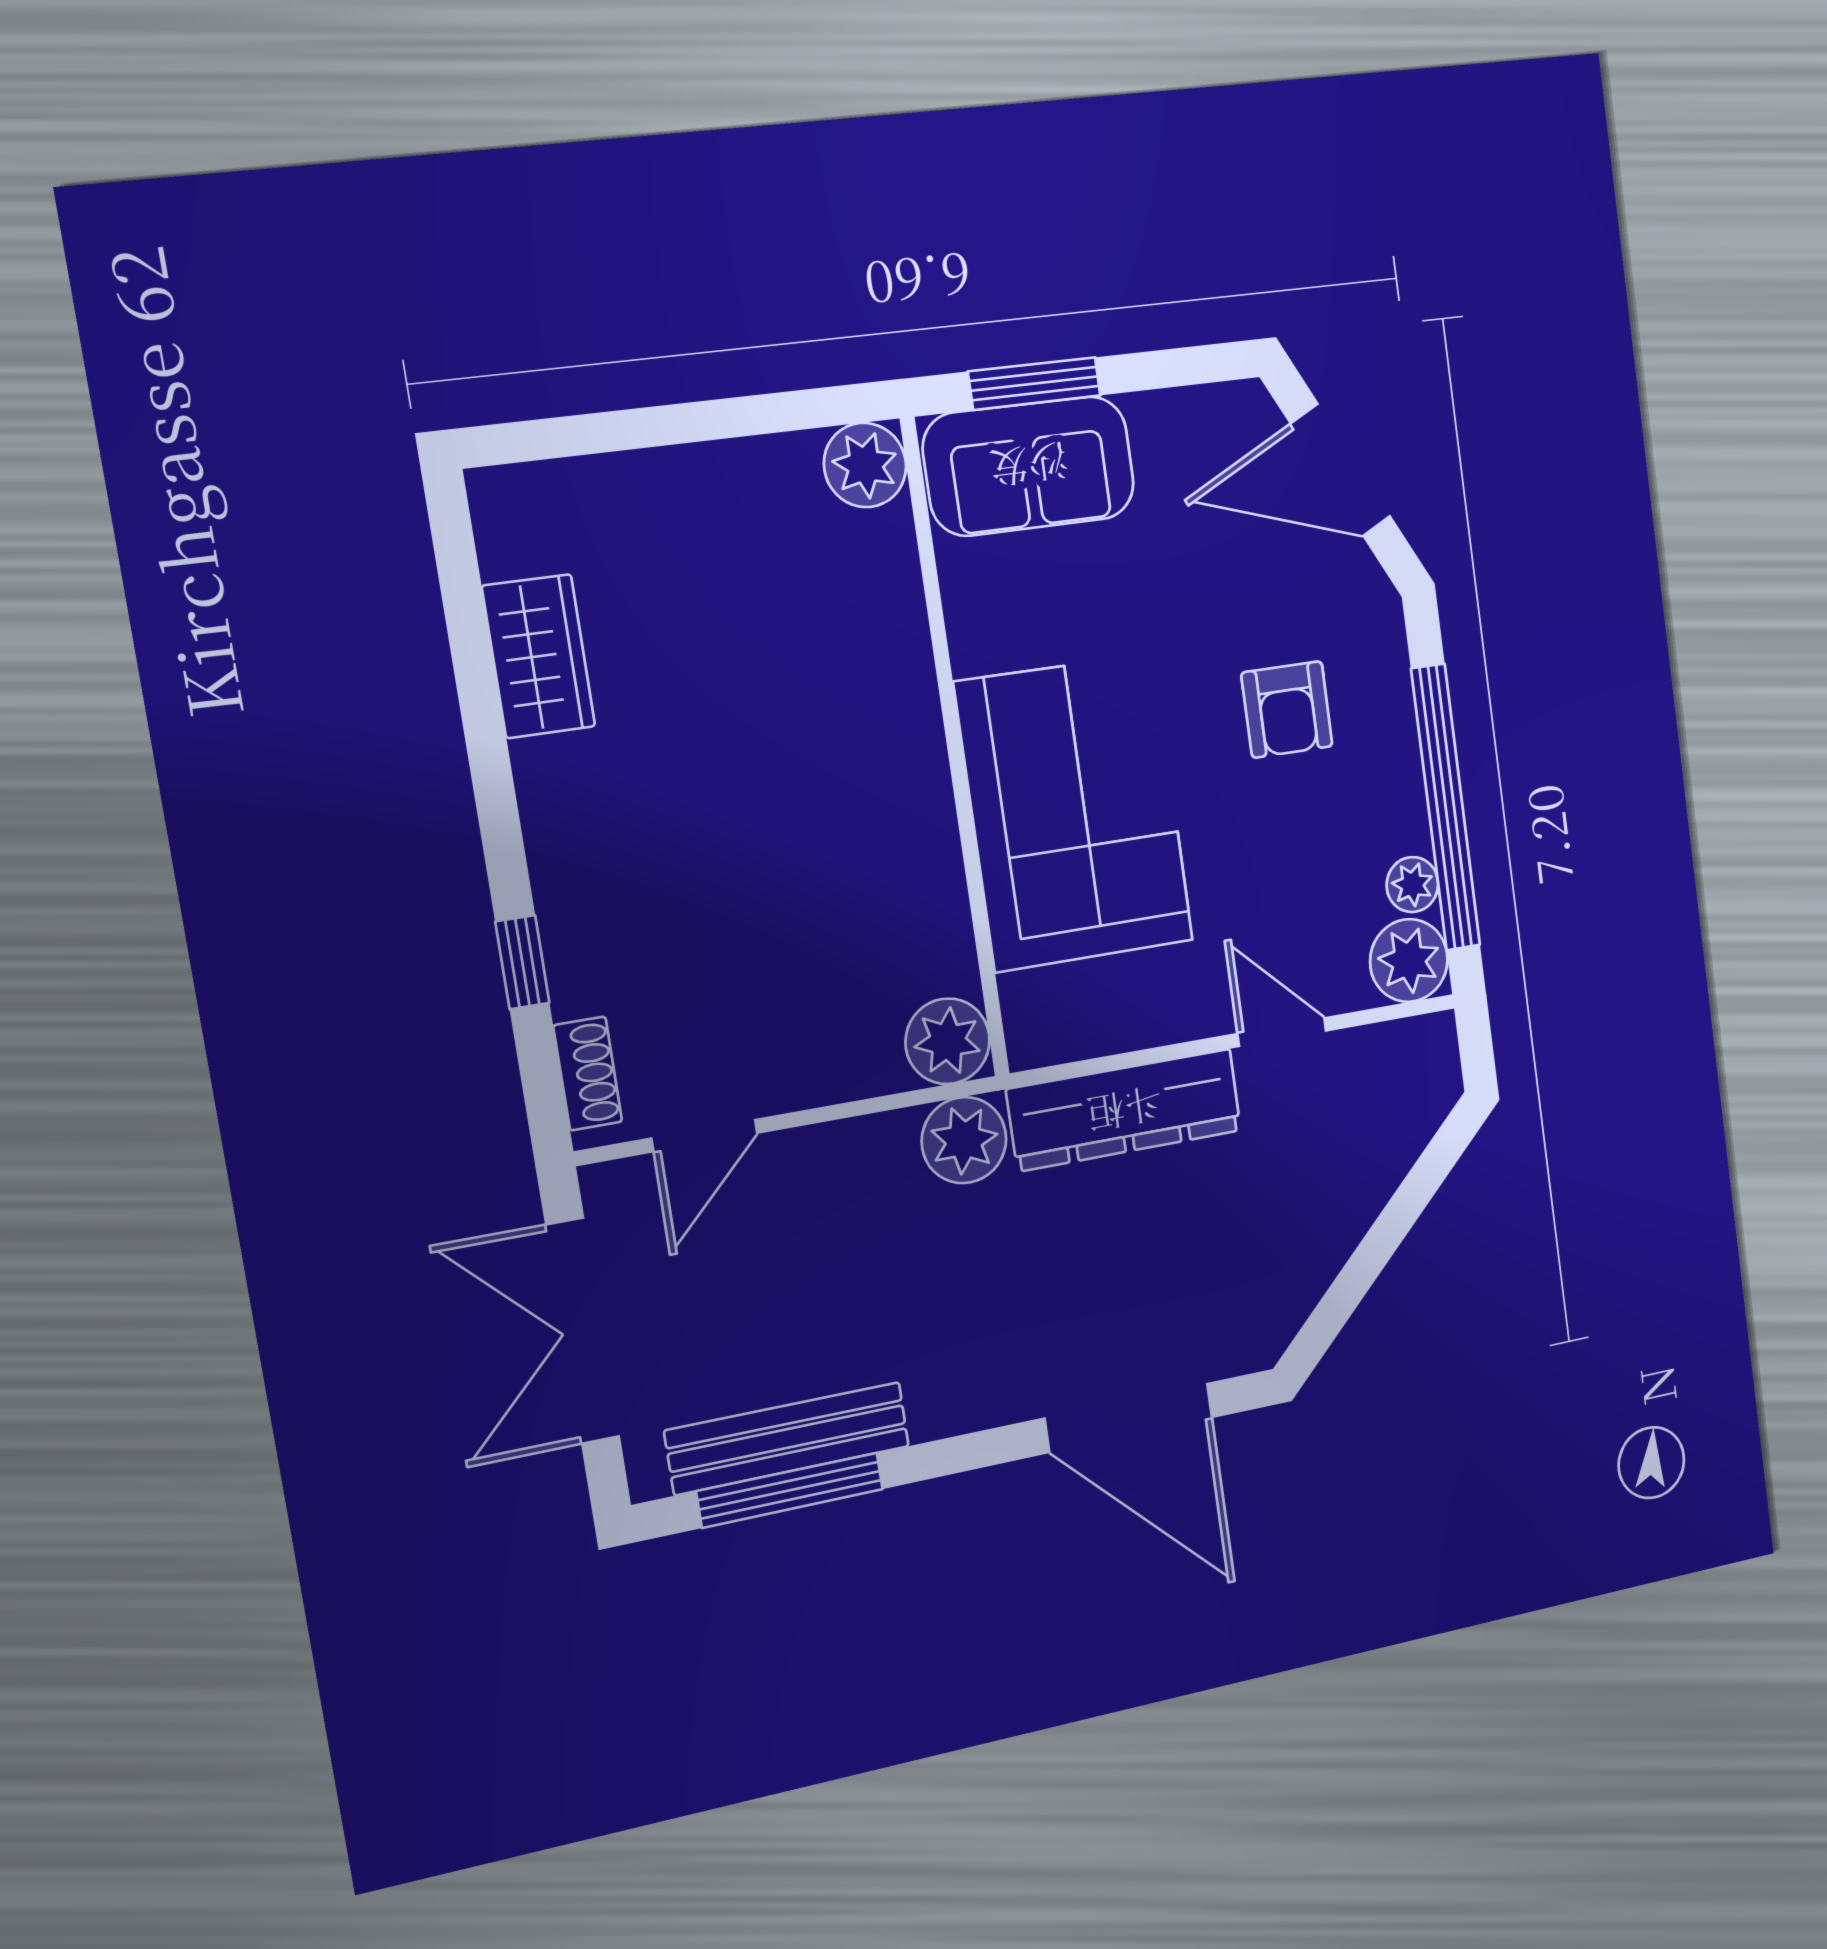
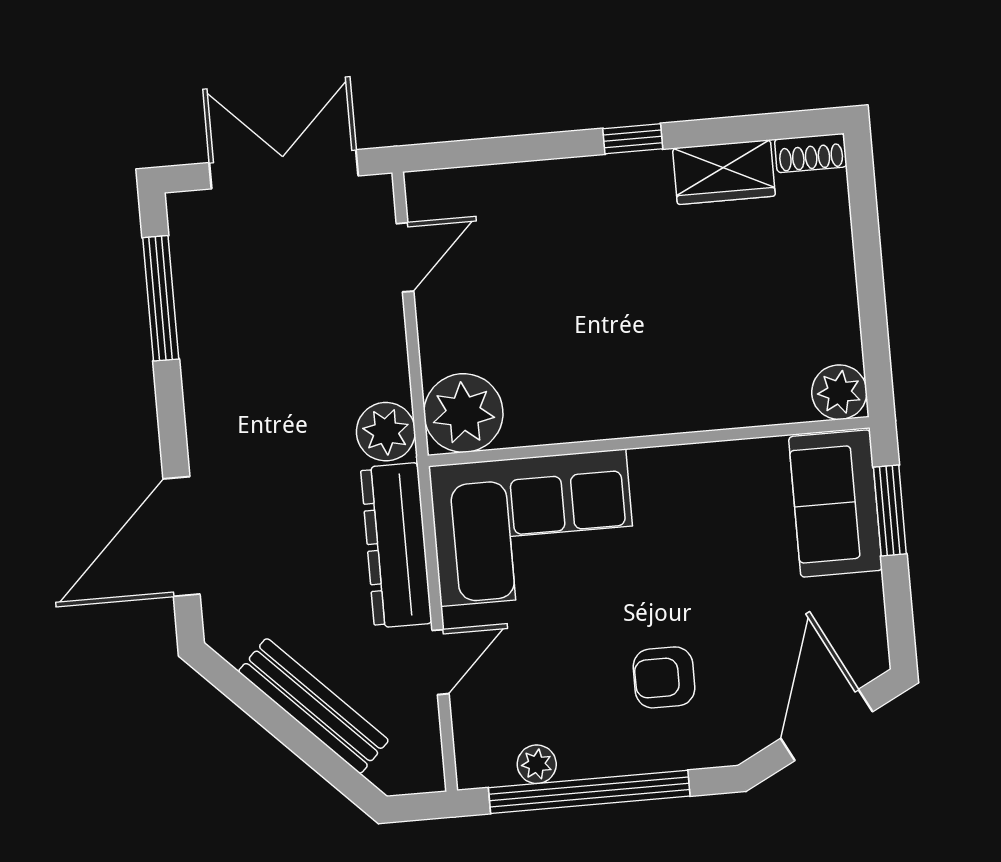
corner sofa: (1074, 812) -> (533, 528), moved
plant: (1409, 960) -> (483, 759), removed
window: (522, 962) -> (633, 139), moved
plant: (948, 1041) -> (463, 413), width x1.36, depth x1.36
shoe rack: (588, 1074) -> (811, 153), moved
door: (705, 1136) -> (405, 257), swing flipped
bench: (788, 1438) -> (313, 706), moved, turned -45

